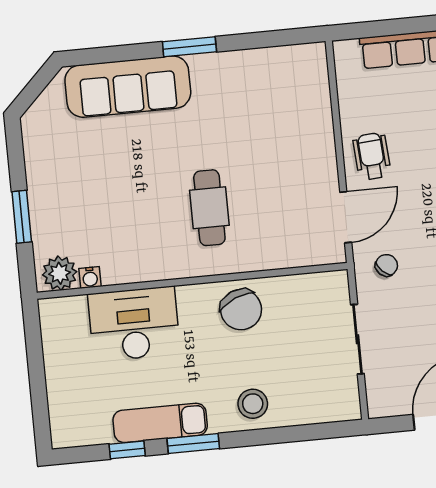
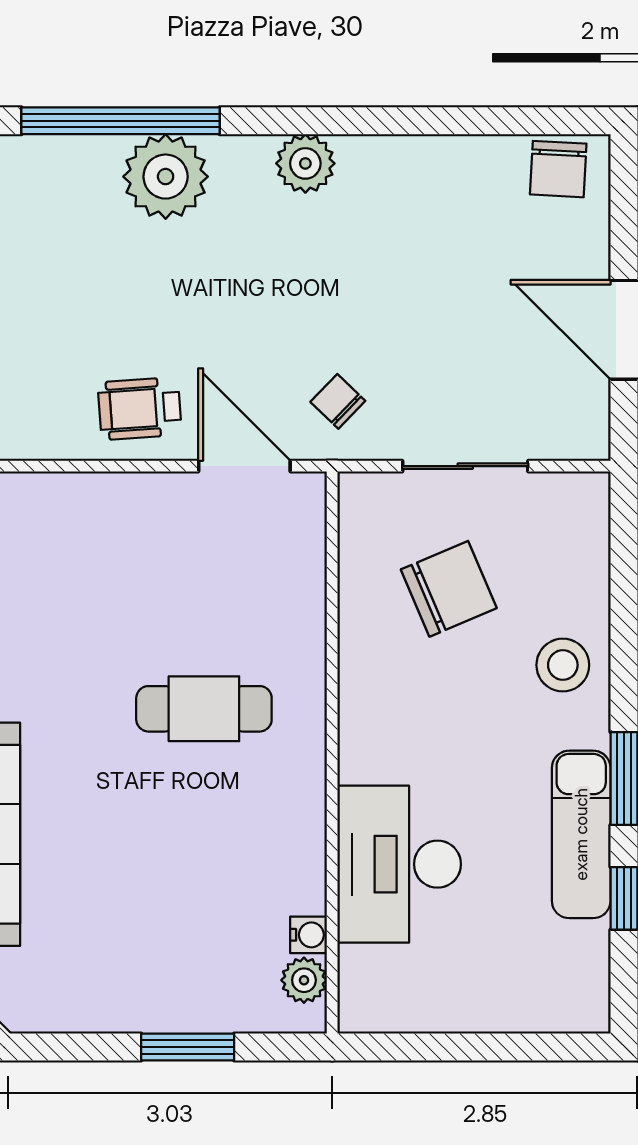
plant: (60, 273) -> (304, 980), width x0.73, depth x0.73
chair: (241, 310) -> (449, 589), moved

